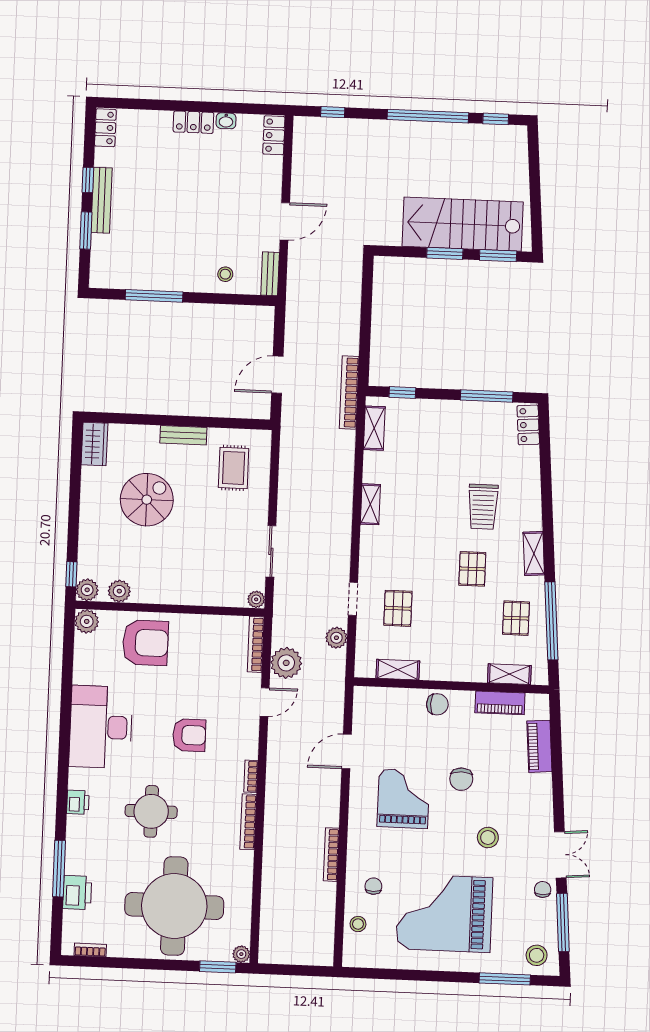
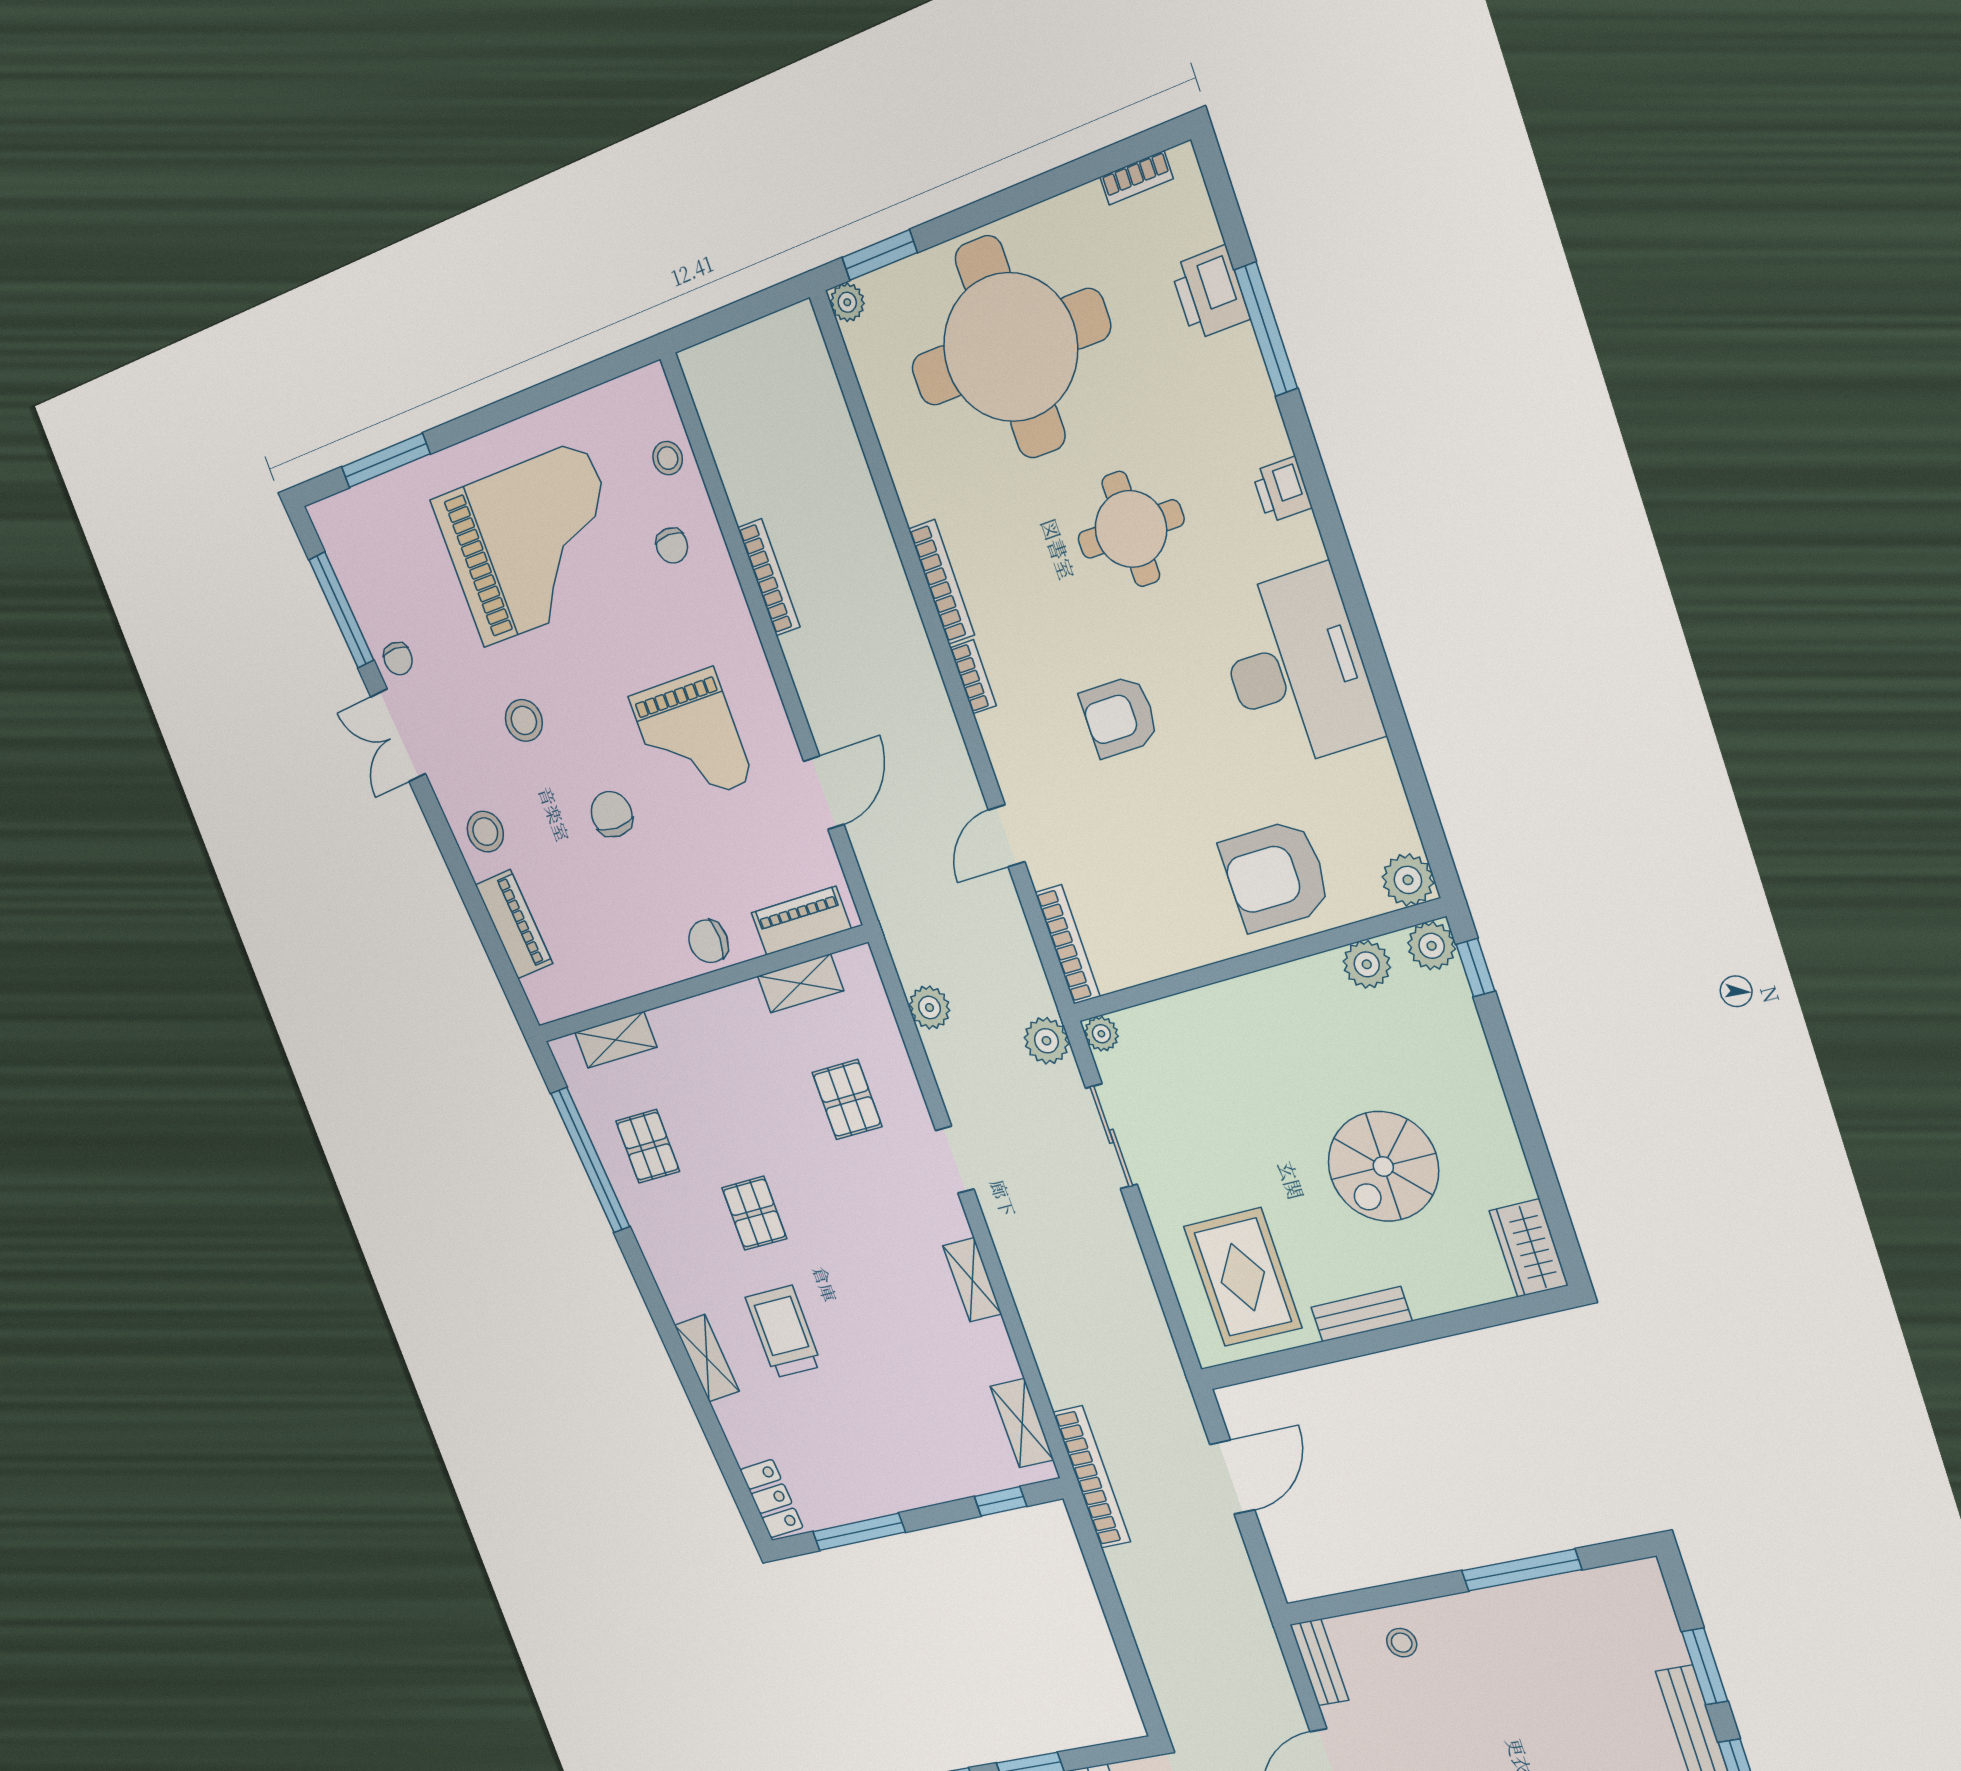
rug: (234, 468) -> (1243, 1277), width x1.36, depth x1.43
shelving: (534, 553) -> (707, 1358), moved
doorway: (353, 599) -> (955, 1160), moved
plant: (286, 663) -> (1046, 1041), moved, width x0.73, depth x0.73
piano: (500, 703) -> (801, 921), moved
stool: (537, 955) -> (485, 832), moved

